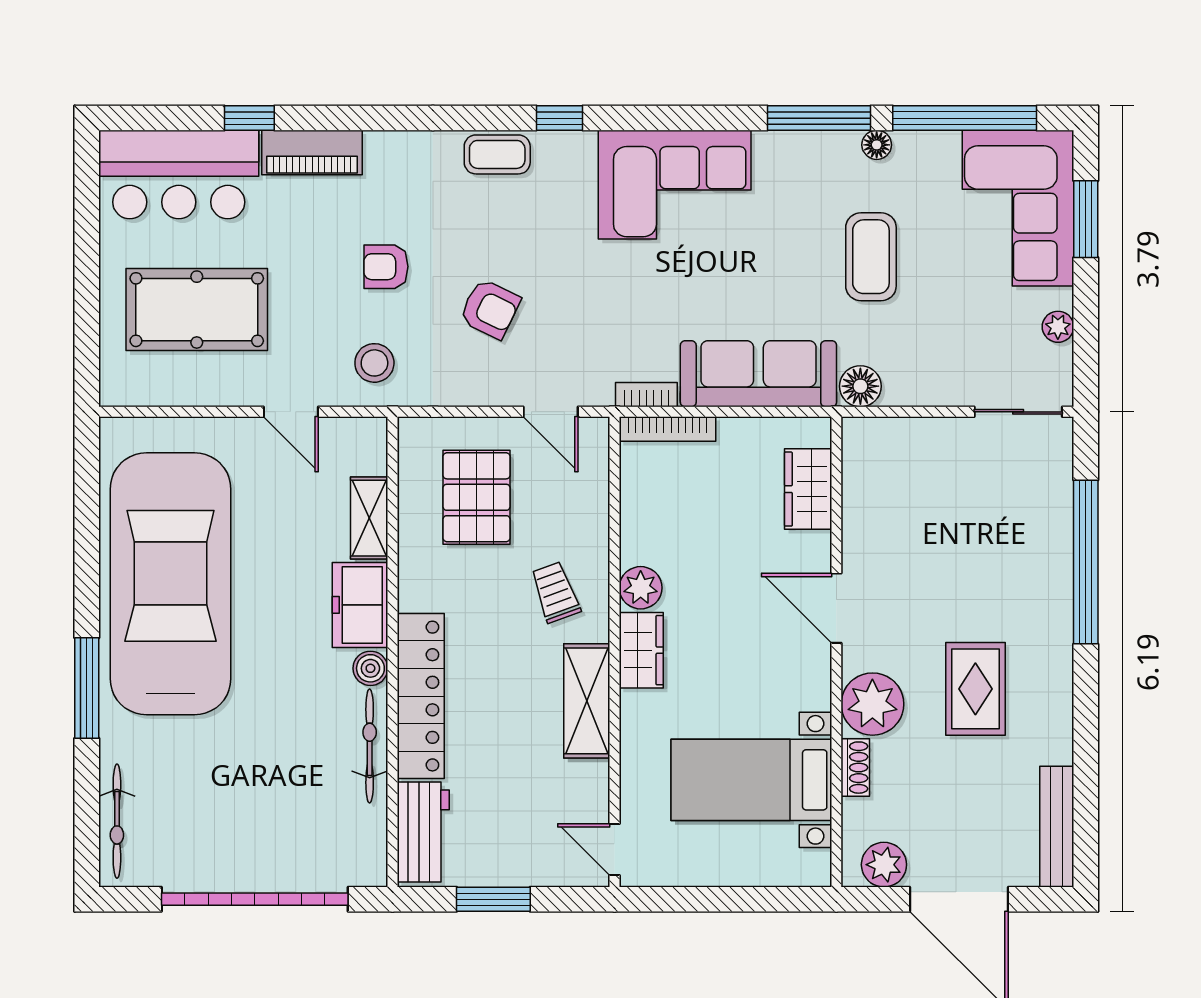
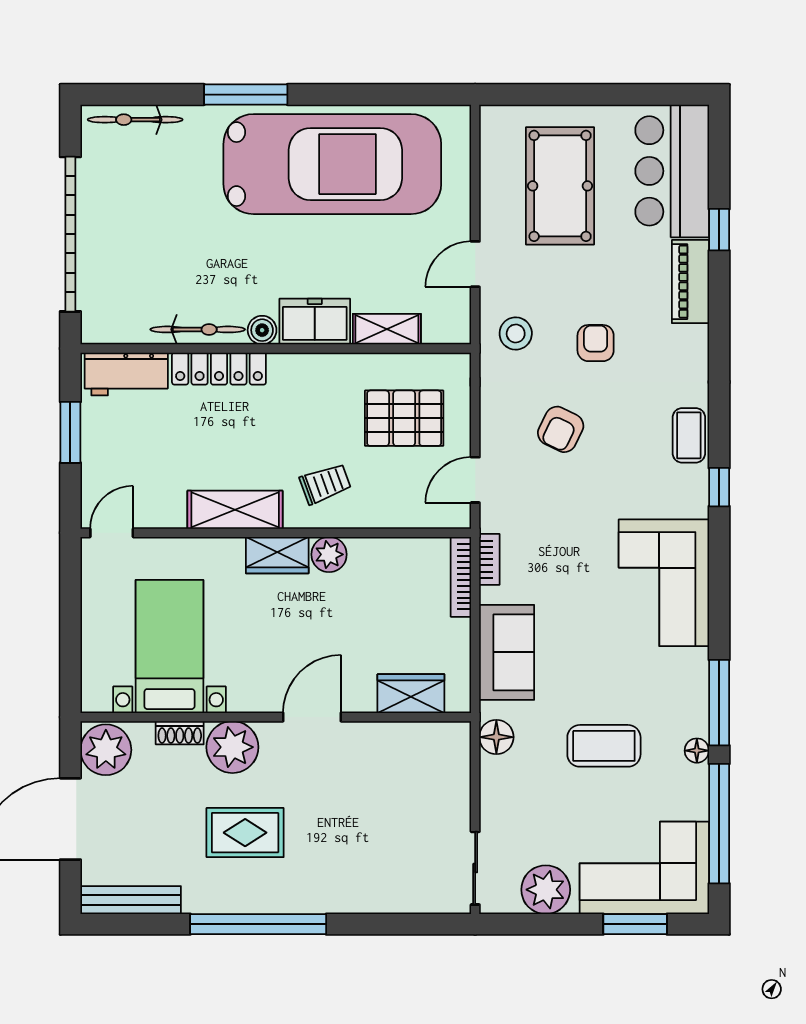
plant: (1058, 327) -> (546, 890), width x1.88, depth x1.88
sofa: (758, 374) -> (507, 652), width x0.73
window: (1086, 562) -> (258, 924), moved
locker: (421, 696) -> (219, 369), width x0.71, depth x0.83
plant: (884, 865) -> (106, 750), width x1.36, depth x1.36

